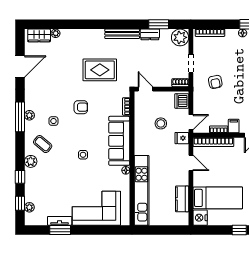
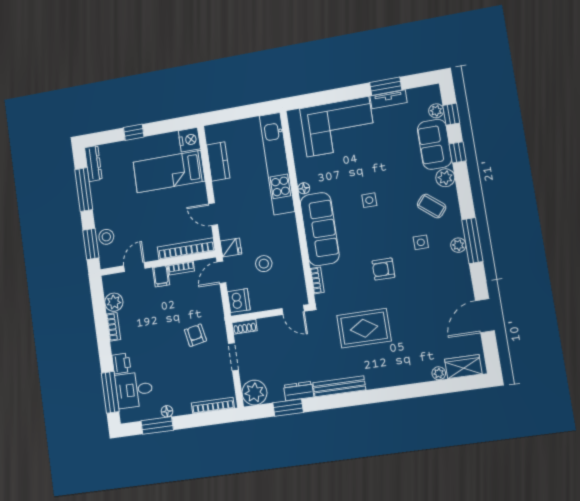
sofa: (34, 185) -> (434, 144), added

